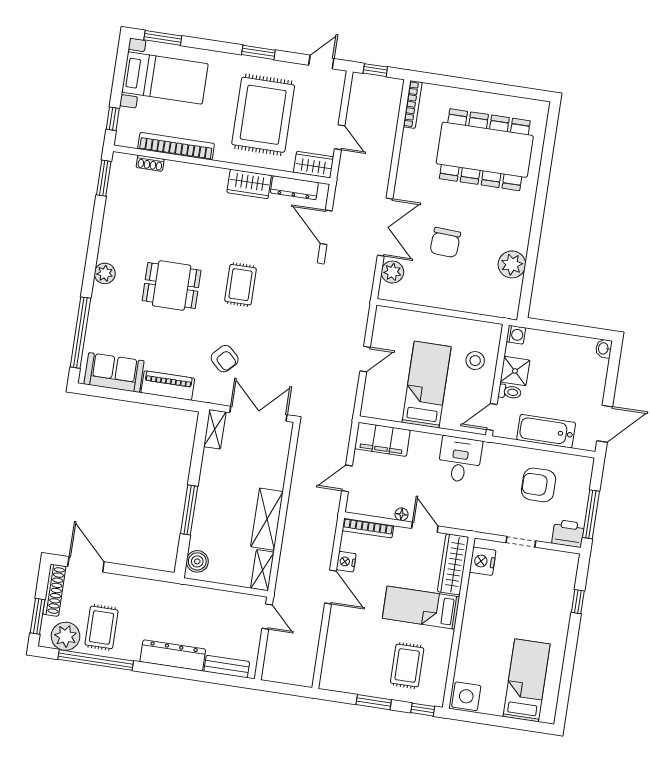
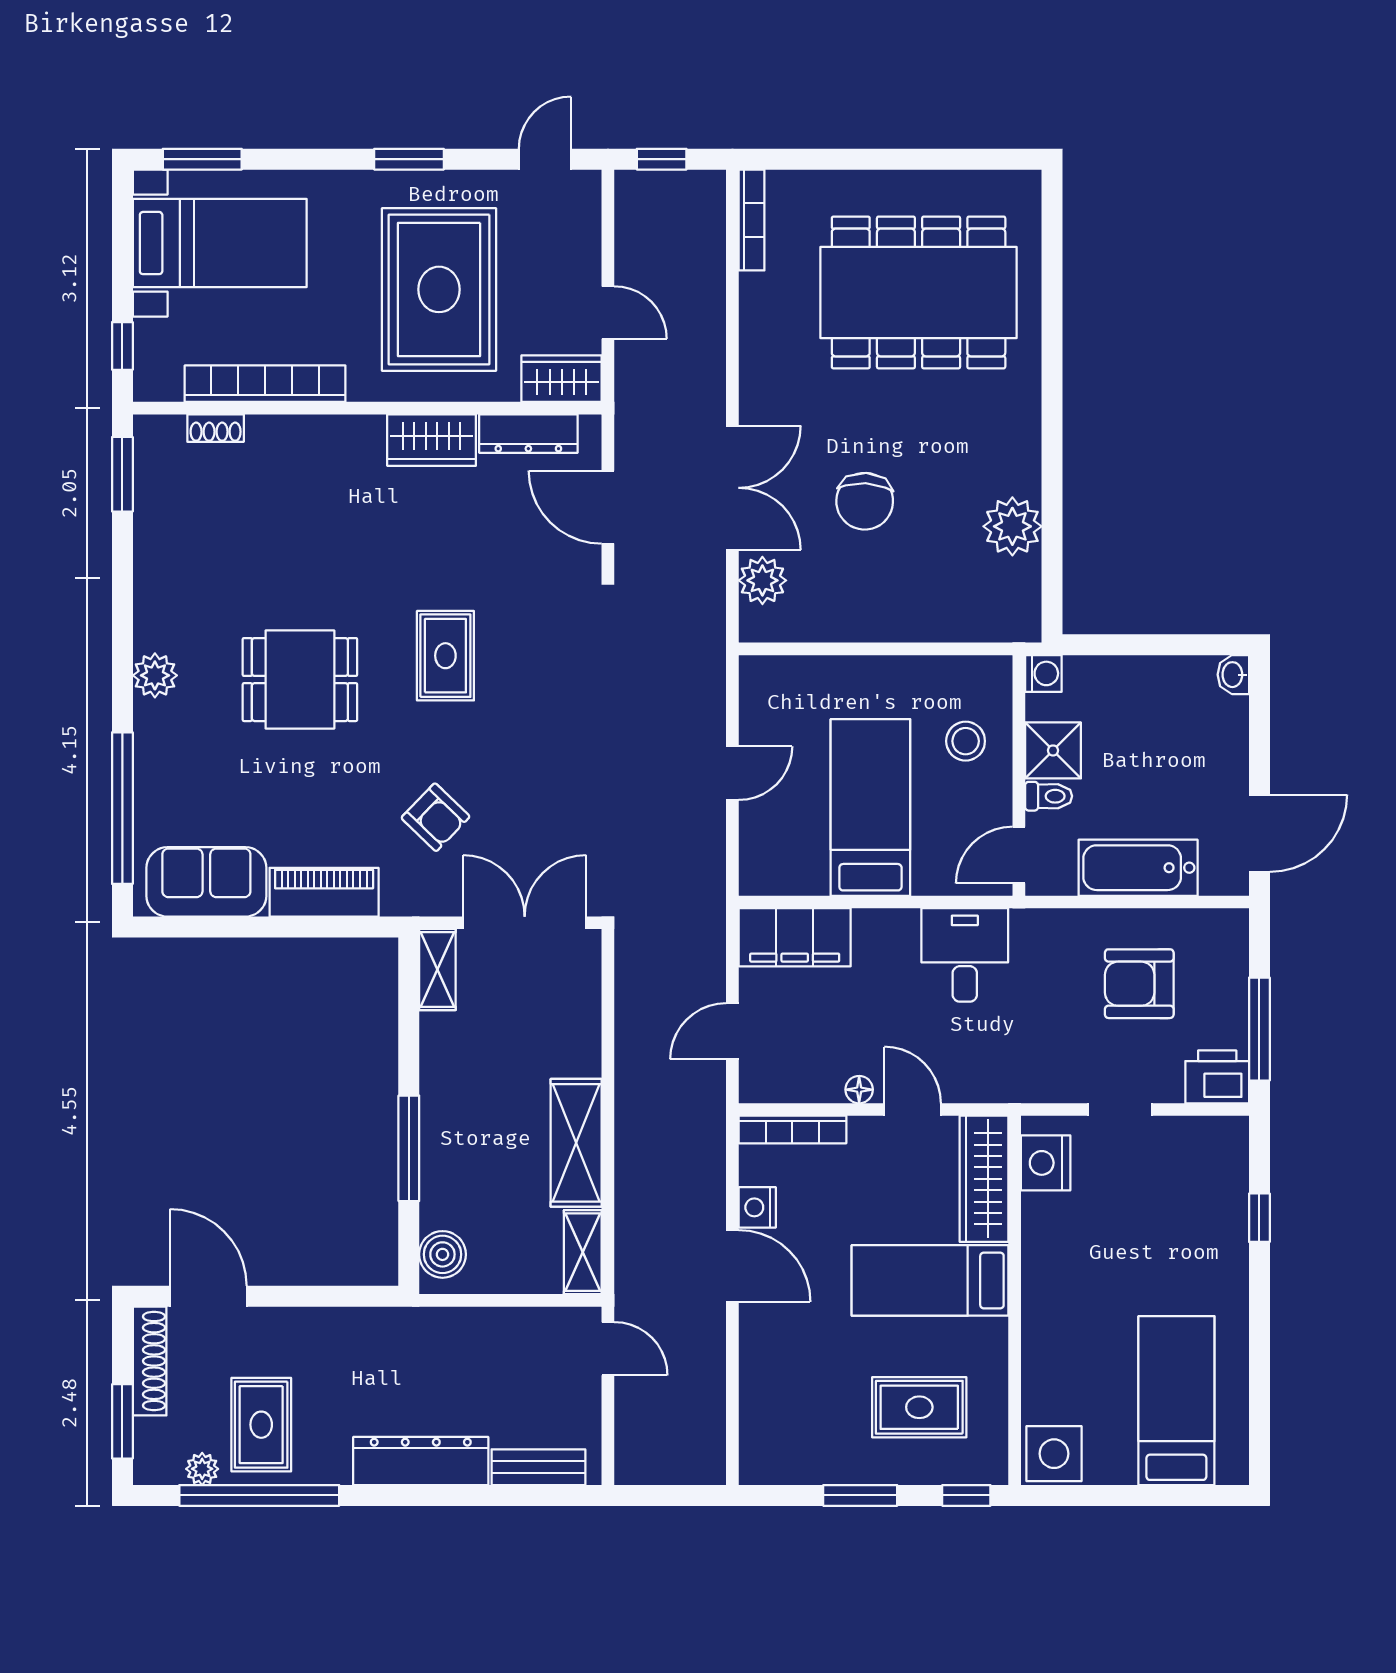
plant: (66, 636) -> (202, 1469), width x0.53, depth x0.53
rug: (407, 665) -> (919, 1407), turned 90

